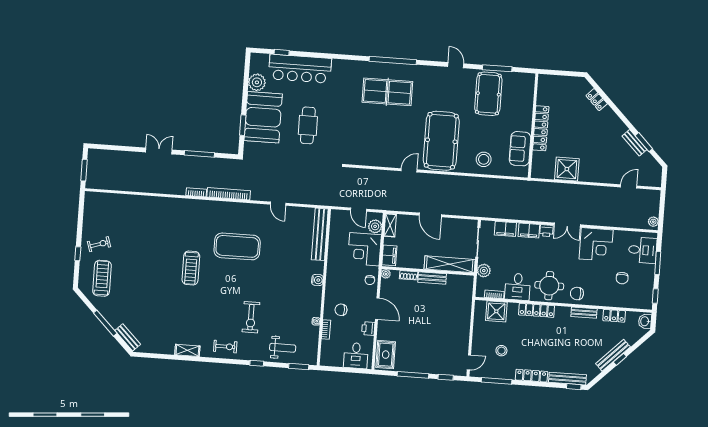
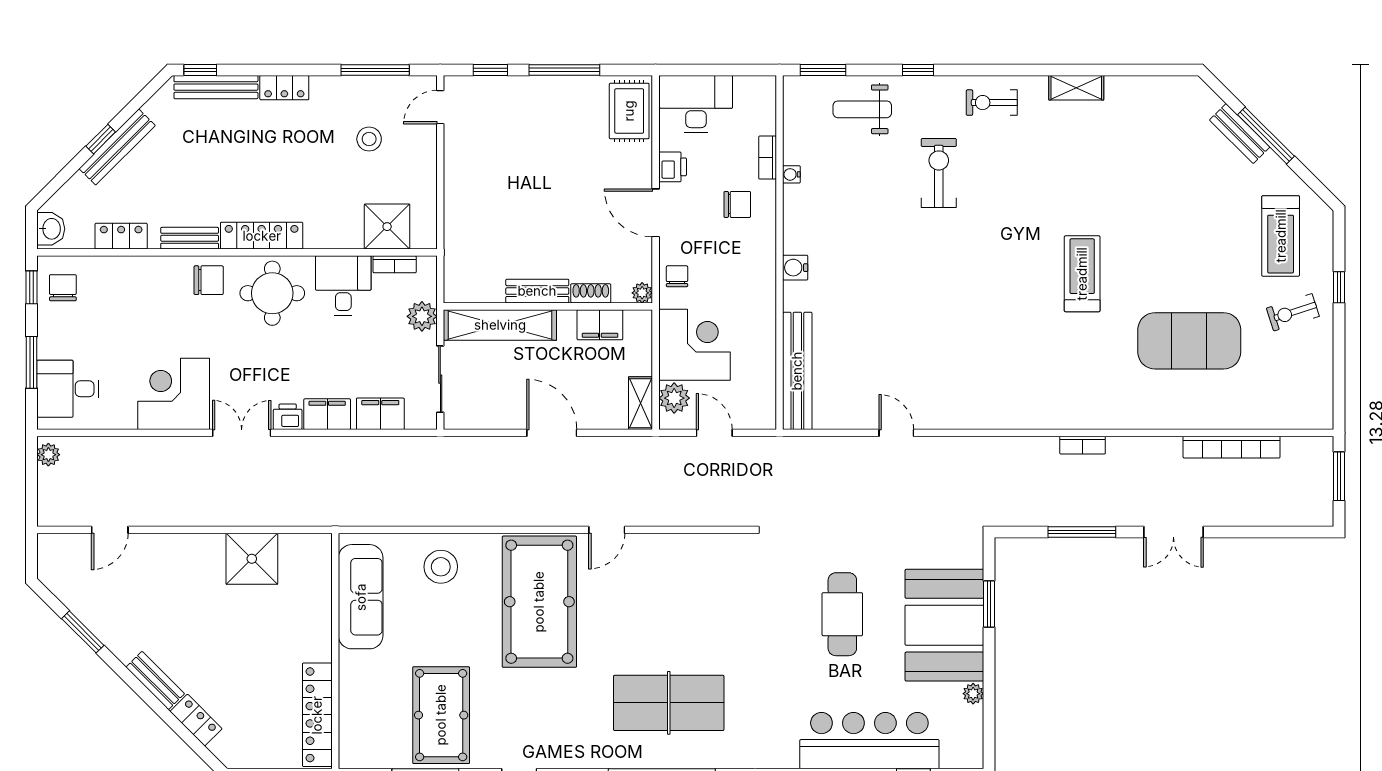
plant: (257, 82) -> (973, 694), width x0.53, depth x0.53
locker: (541, 128) -> (317, 715), moved
bench: (634, 143) -> (155, 680), moved
sofa: (520, 149) -> (361, 597), width x1.36
bookcase: (229, 194) -> (1232, 447), moved
exercise mat: (237, 246) -> (1189, 341), moved
filing cabinet: (389, 255) -> (600, 325), moved, turned -90
chair: (622, 278) -> (63, 288), moved
locker: (537, 310) -> (262, 236), moved
bench: (128, 337) -> (1240, 133), moved
desk: (356, 356) -> (696, 104), width x1.37
locker: (532, 376) -> (284, 88), width x0.66

